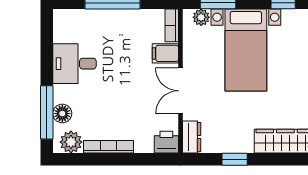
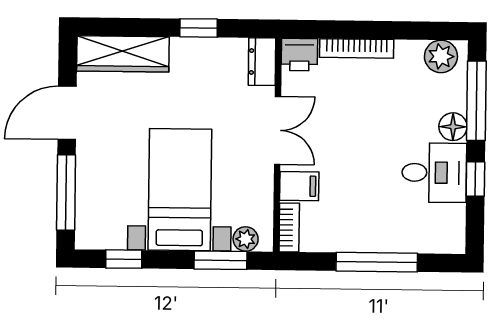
window: (47, 60) -> (475, 179), added
floor lamp: (62, 114) -> (453, 127), moved
bookcase: (109, 147) -> (357, 48), moved

